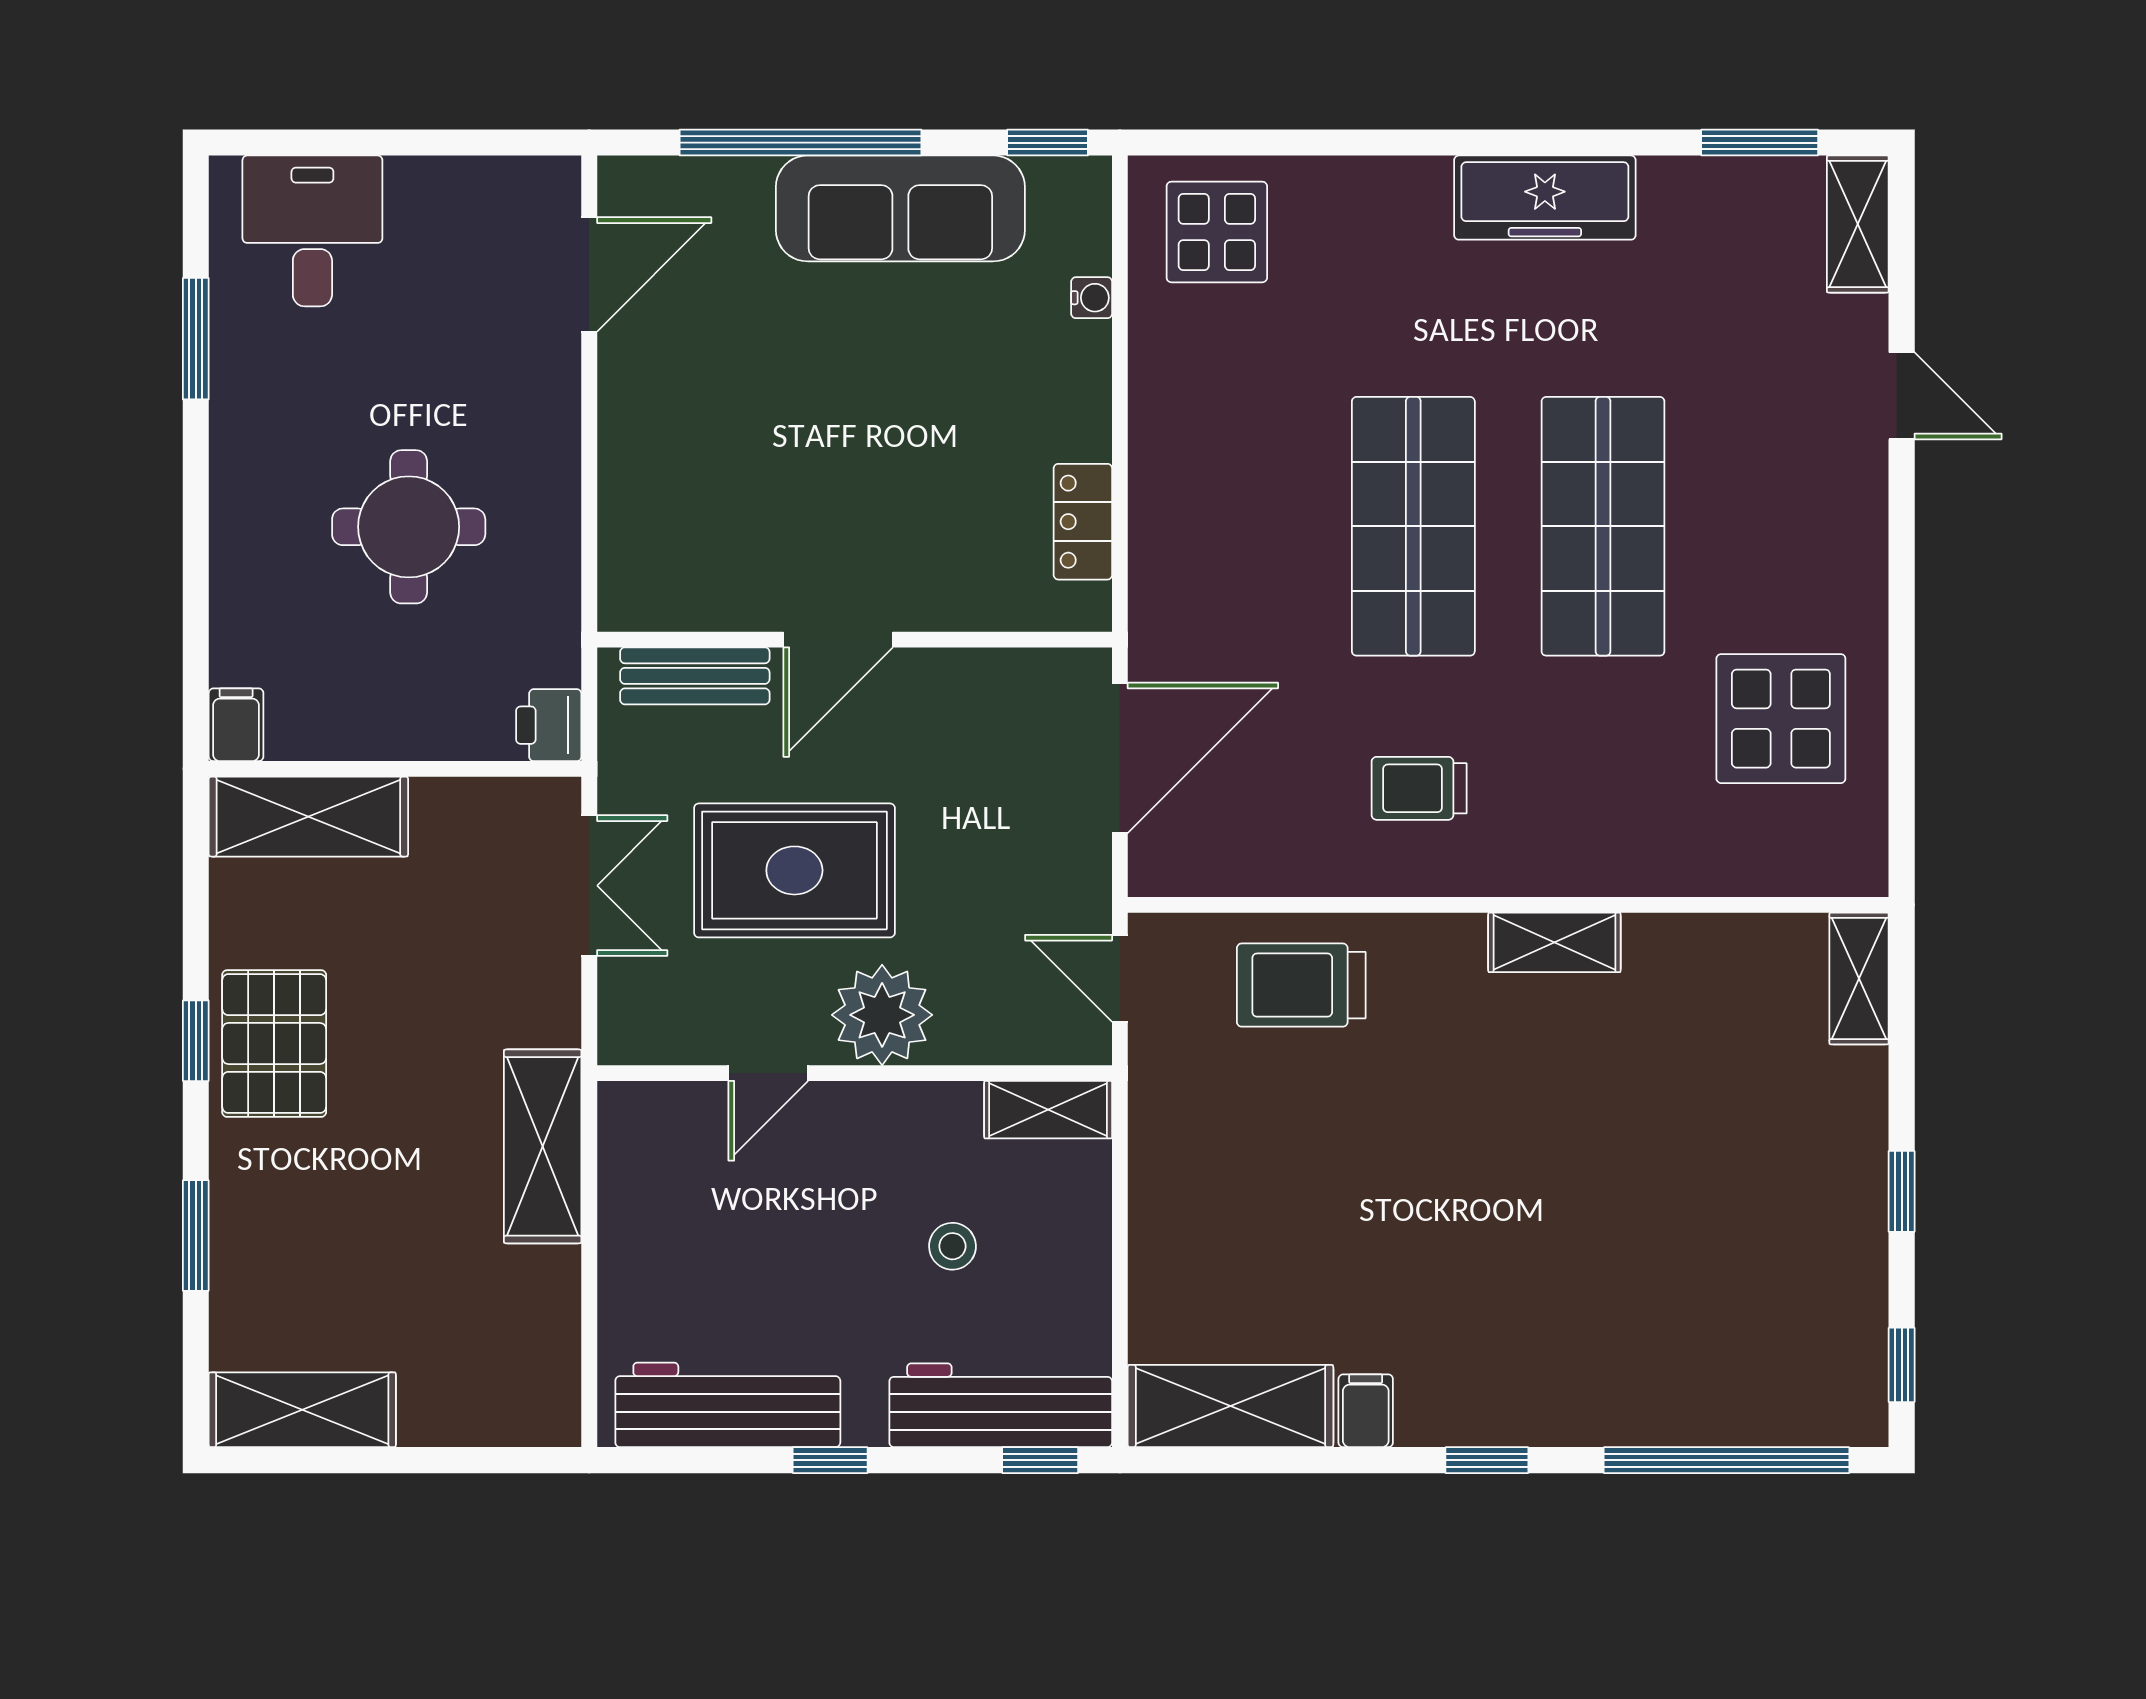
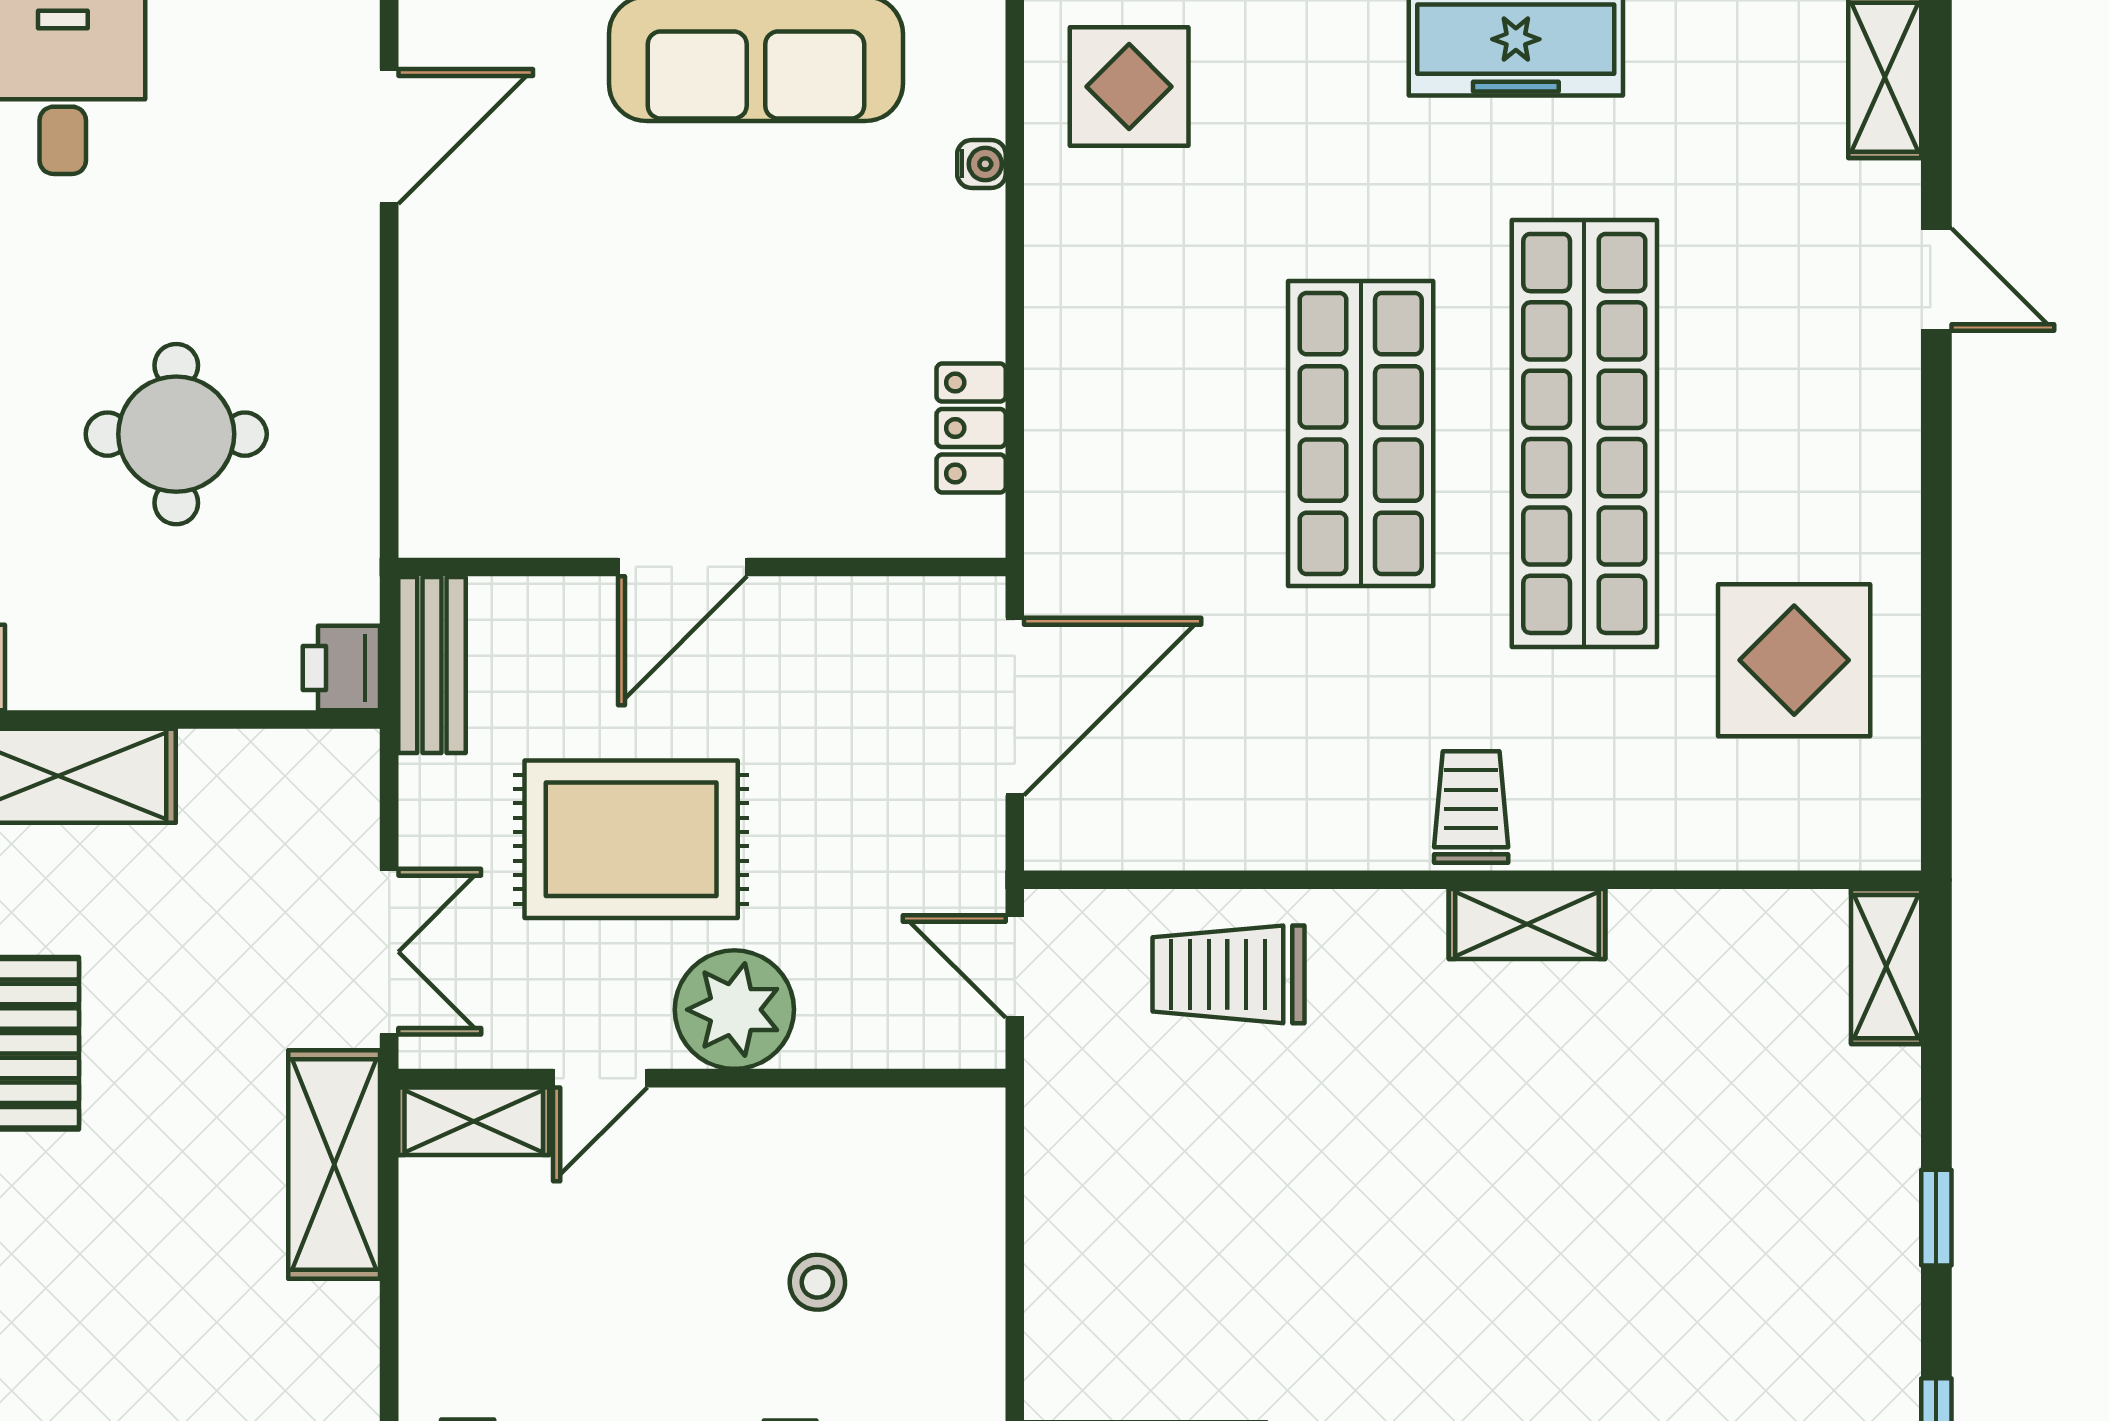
shop shelf: (1603, 526) -> (1584, 433), width x1.40
bench: (695, 676) -> (432, 665), moved, turned 90
trolley: (1419, 788) -> (1471, 807), moved, turned 90
double door: (589, 886) -> (389, 952), moved
shelving: (1048, 1110) -> (474, 1121), moved

